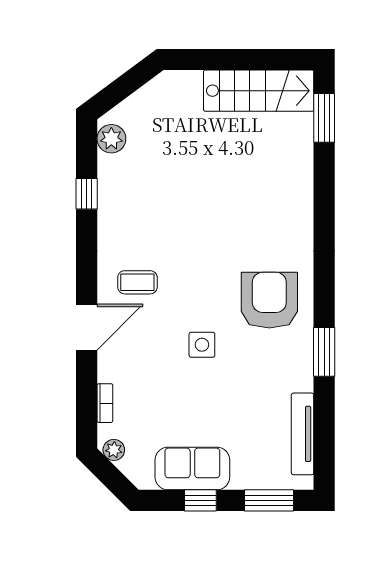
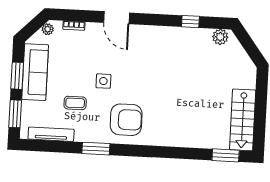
coffee table: (137, 282) -> (75, 103), moved, turned 90
sofa: (192, 469) -> (35, 72), width x1.36
window: (200, 500) -> (17, 76), width x1.50

